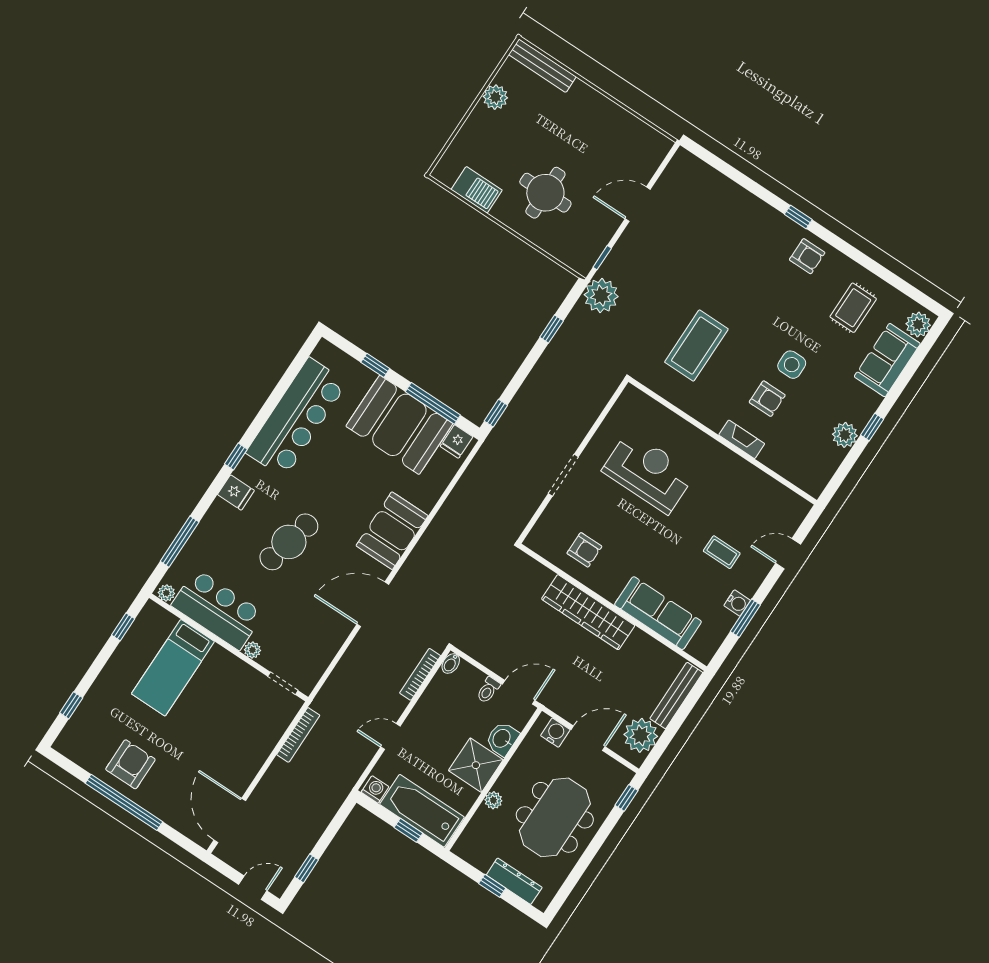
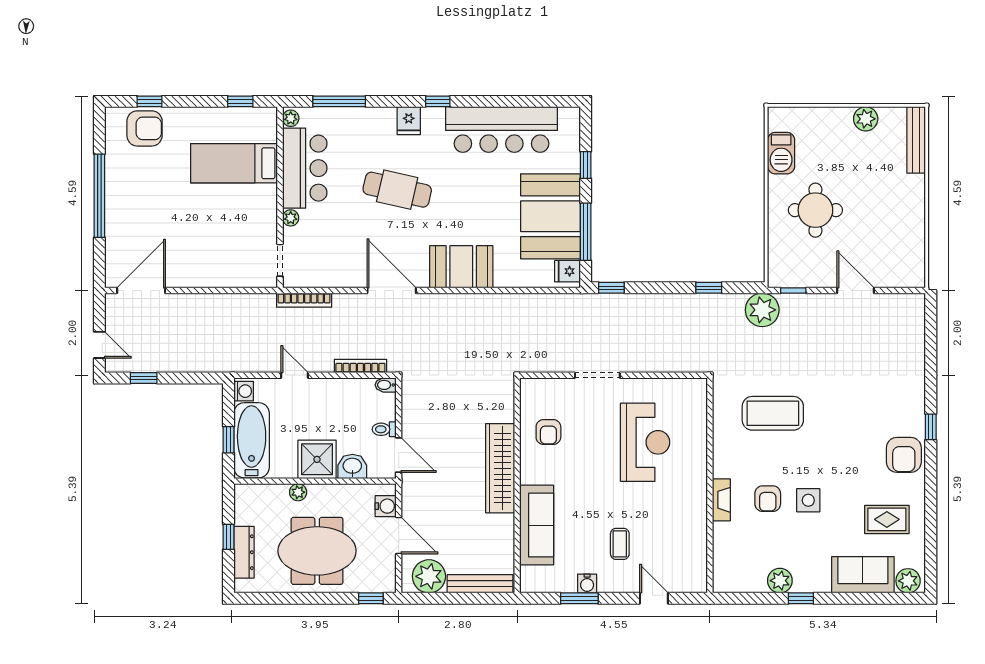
armchair: (807, 256) -> (904, 455), width x1.38, depth x1.38
bookcase: (298, 735) -> (304, 300), moved
armchair: (130, 764) -> (145, 128), moved

